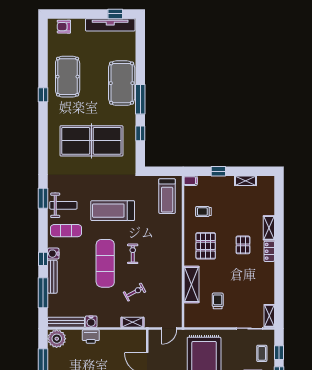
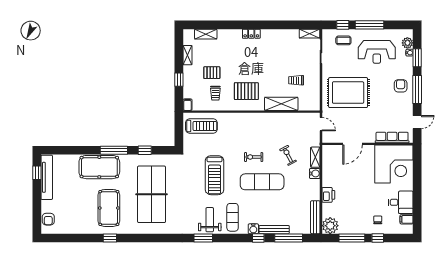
pool table: (68, 77) -> (109, 208), moved, turned 90
shelving: (269, 228) -> (206, 34), moved
pallet: (243, 245) -> (212, 73), moved
water cooler: (91, 322) -> (315, 173), moved

